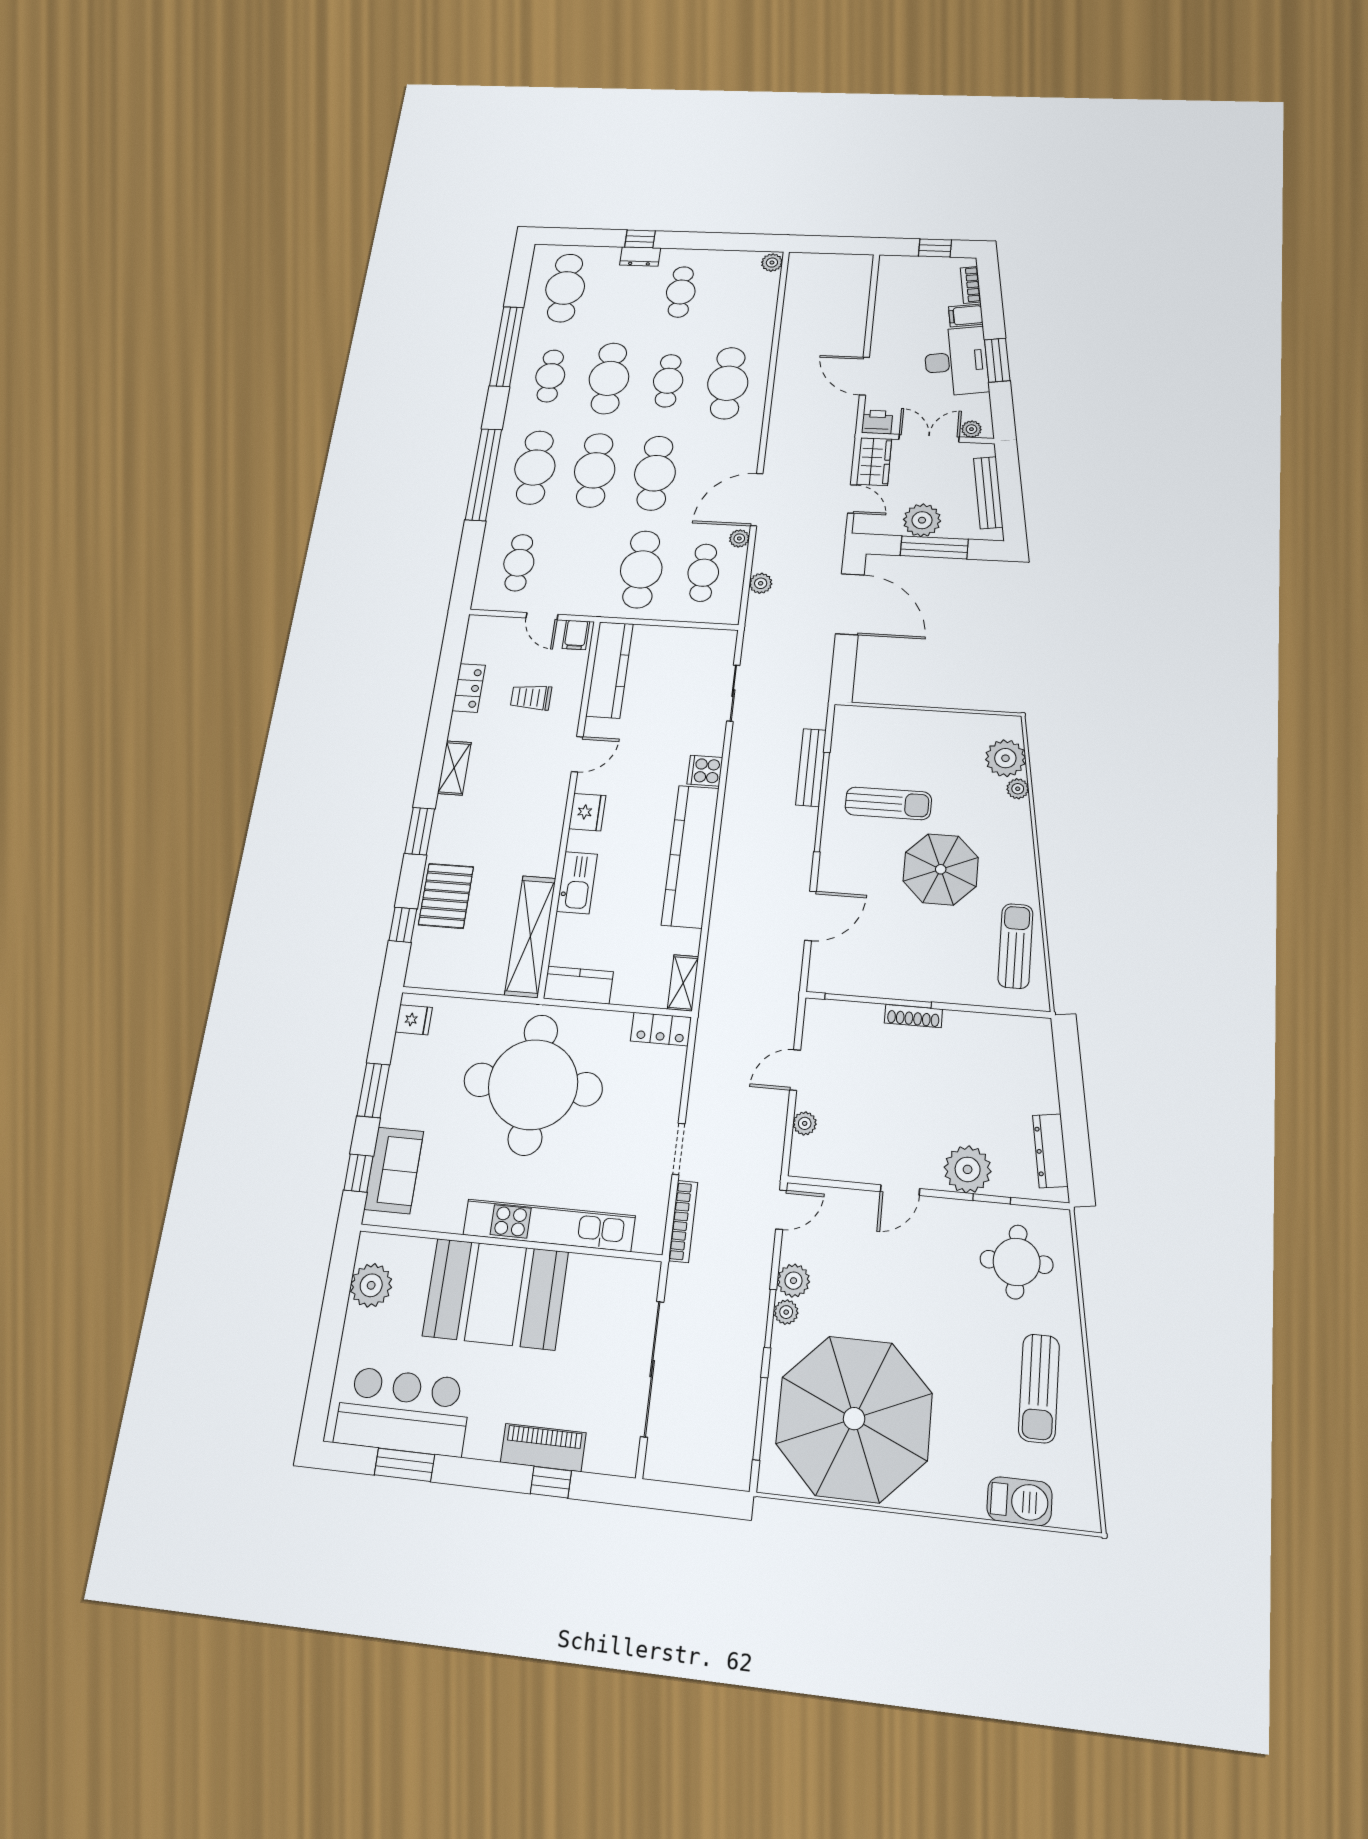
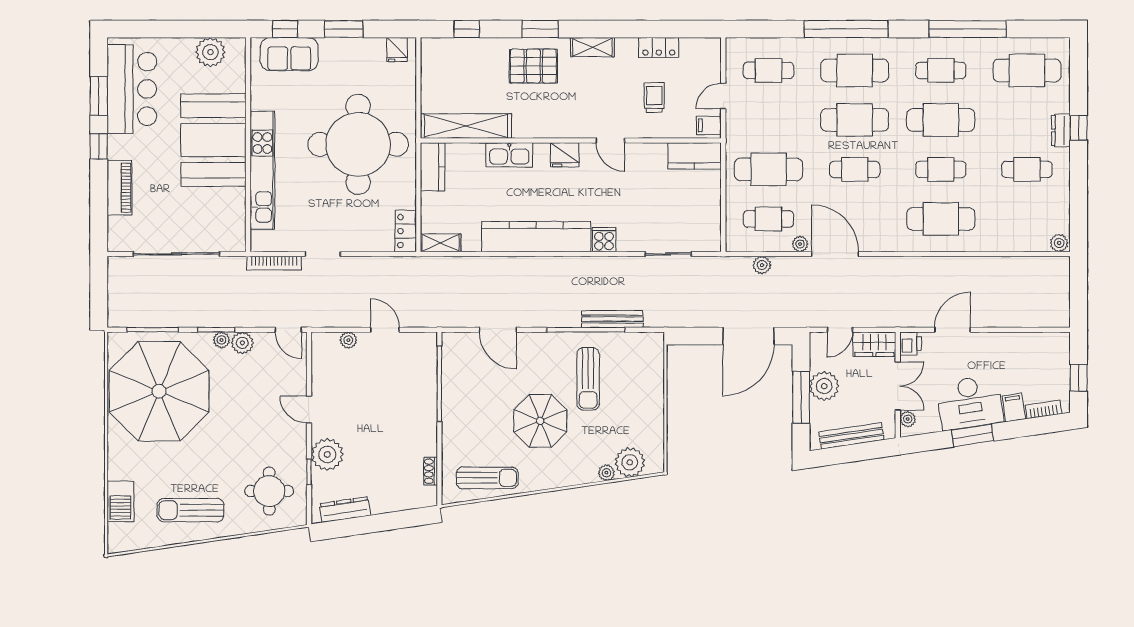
cafe table: (655, 473) -> (855, 169), width x0.73, depth x0.74
kitchen counter: (610, 670) -> (695, 156), width x0.67
pallet: (446, 896) -> (533, 66), moved
shoe rack: (913, 1016) -> (430, 471), moved, width x0.70
window: (551, 1482) -> (99, 146), moved

